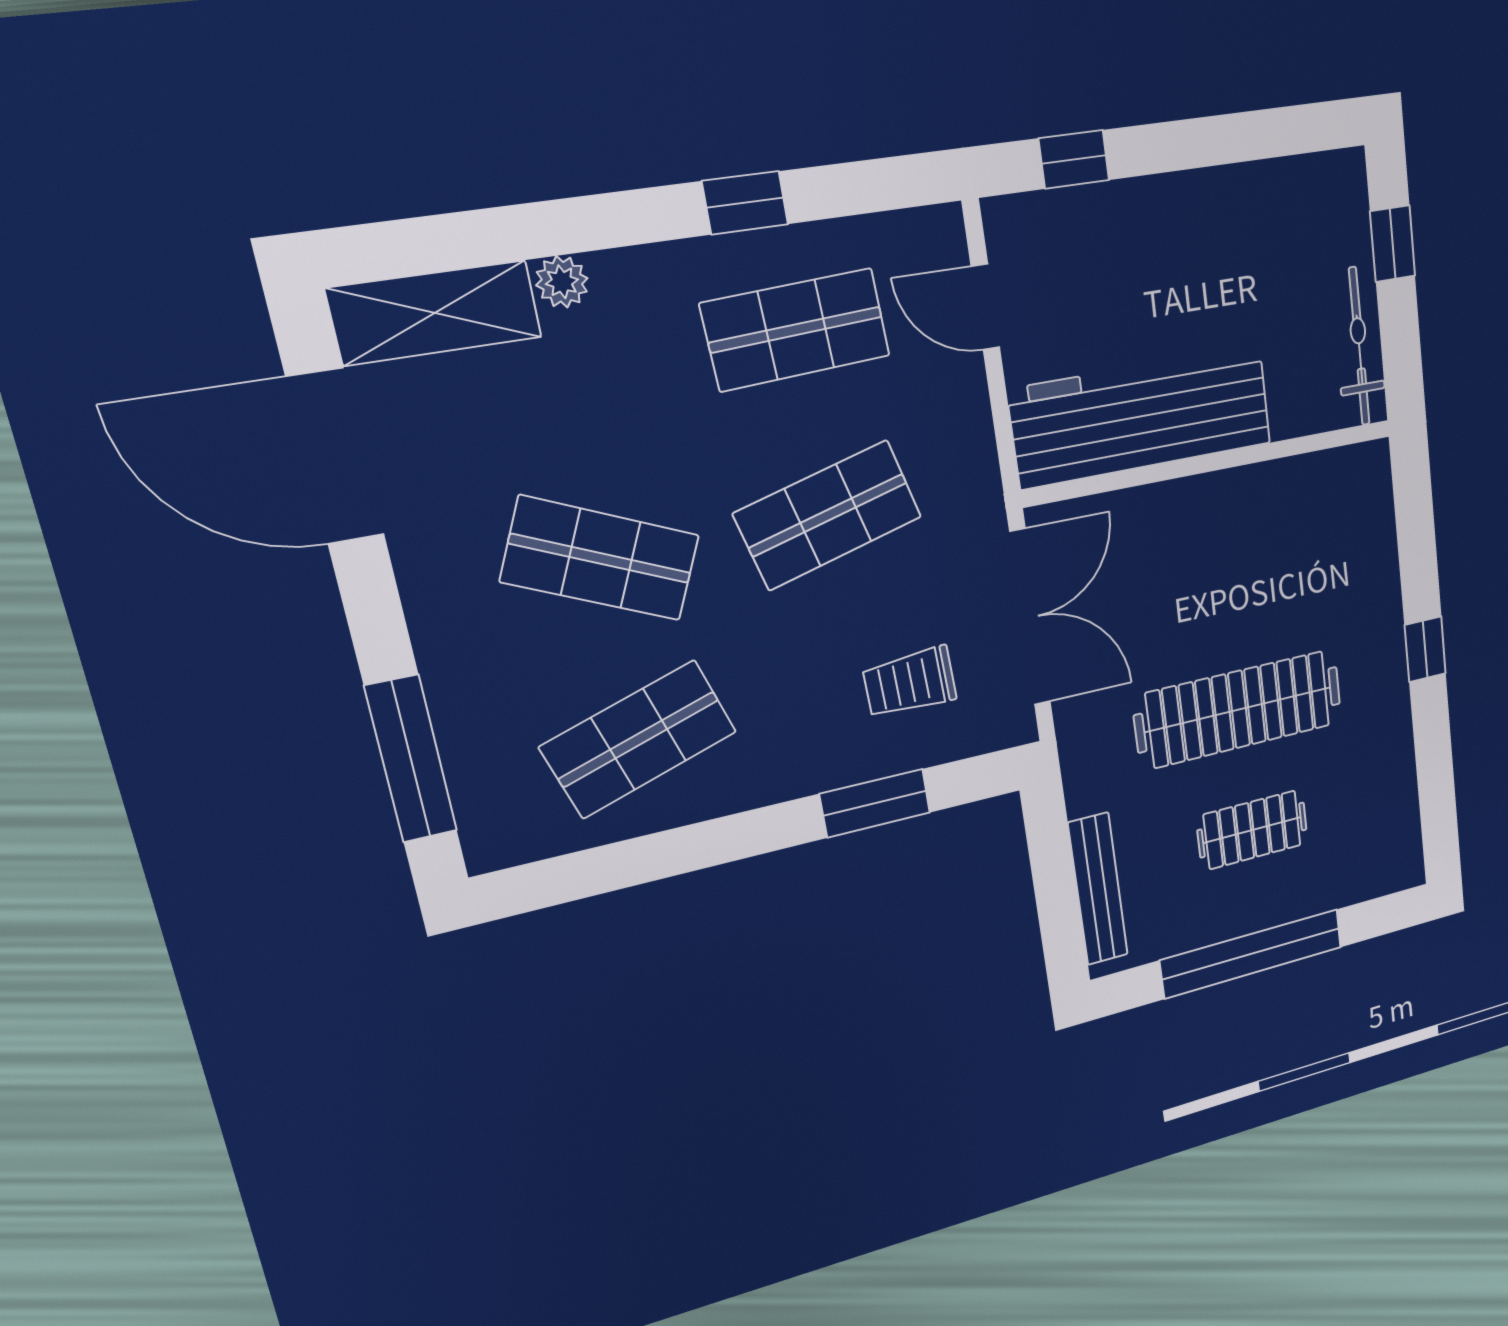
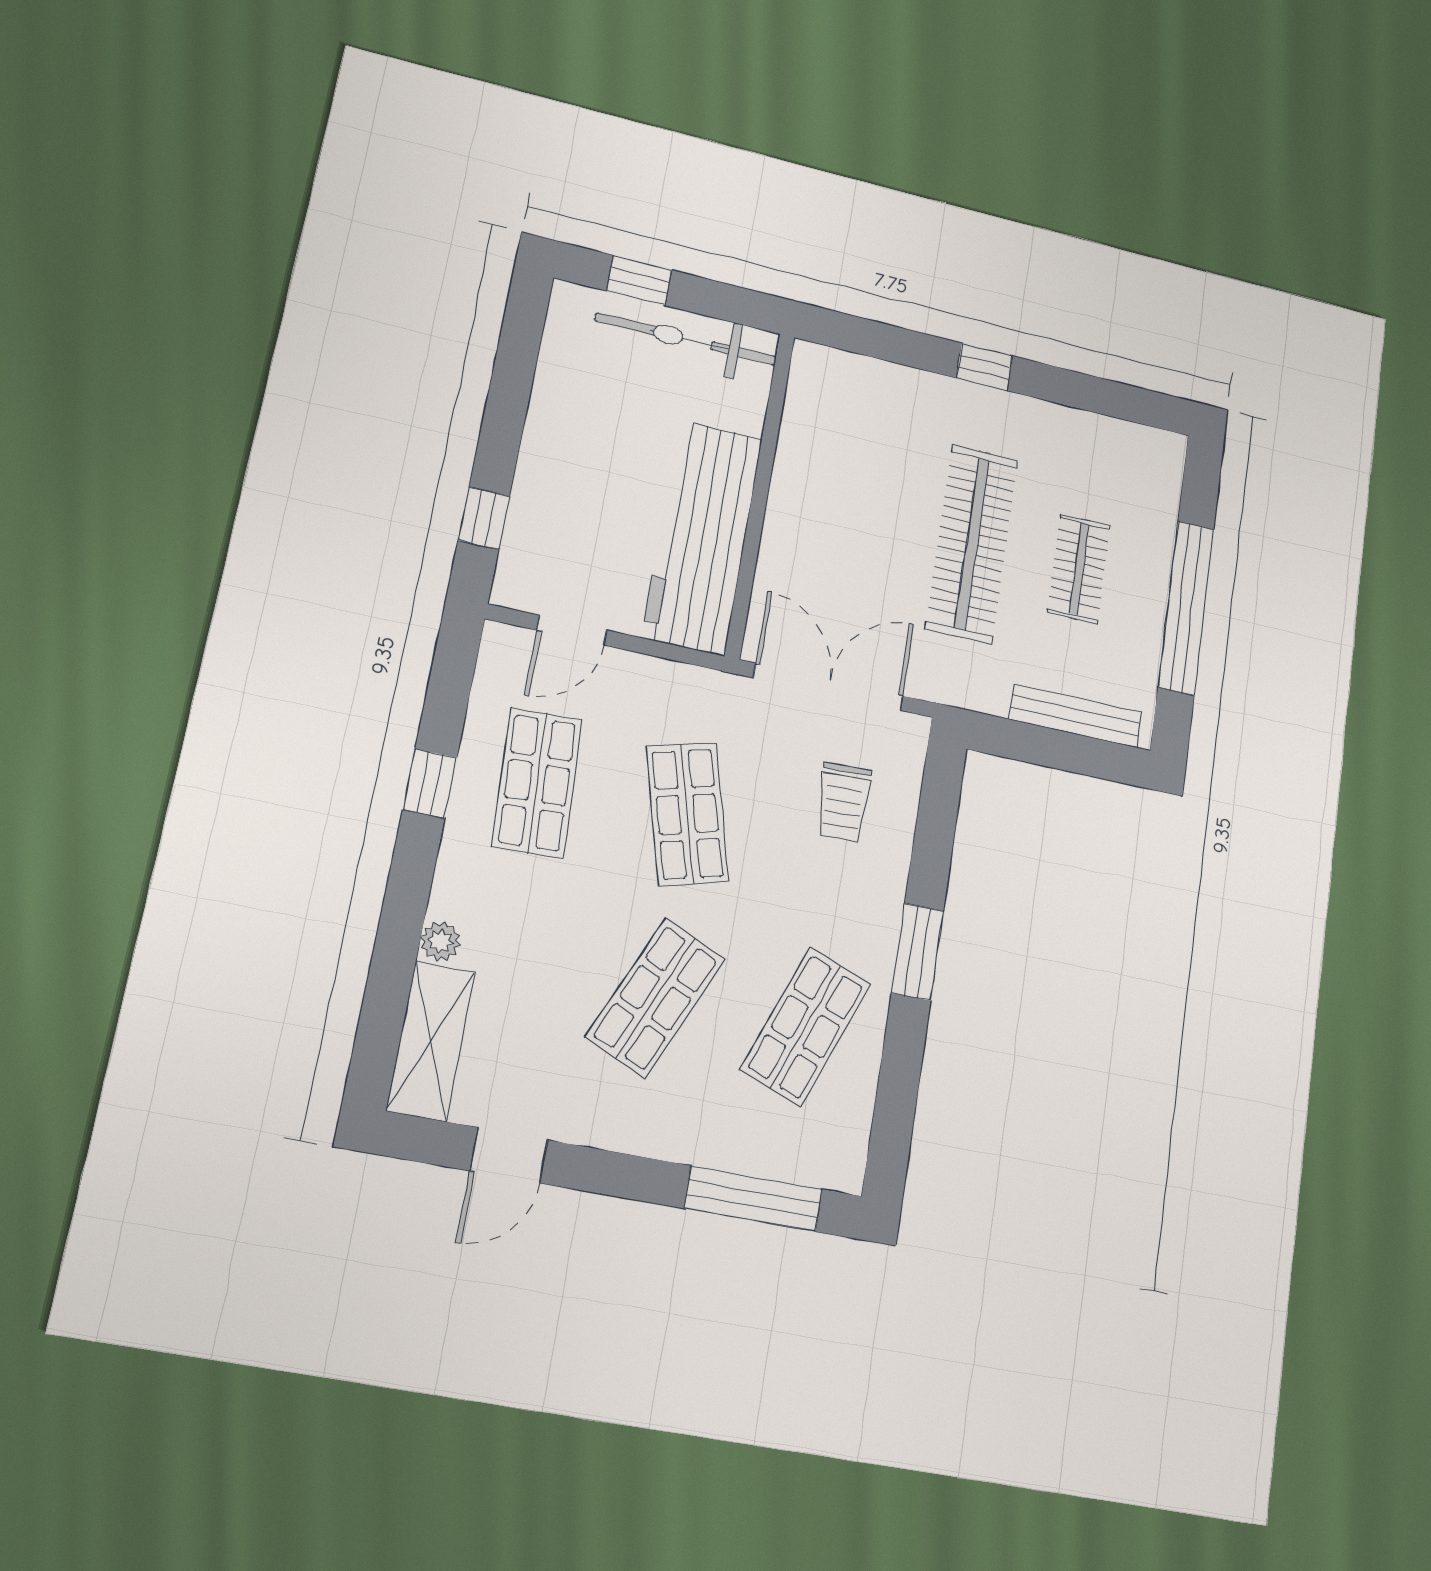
bicycle: (1359, 347) -> (686, 339), width x1.37, depth x1.40
door: (336, 457) -> (509, 1155), width x0.53
shop shelf: (639, 739) -> (805, 1027), turned 39
window: (875, 803) -> (918, 952), moved

